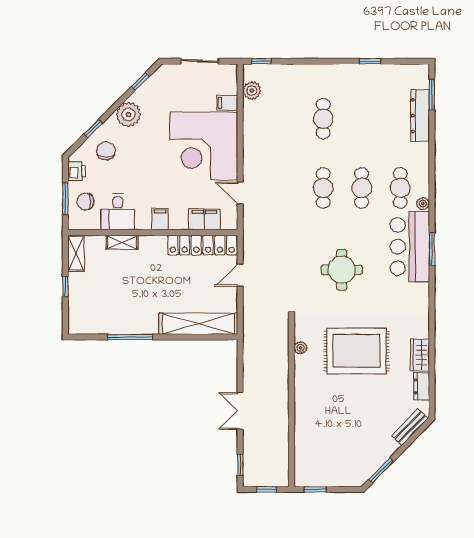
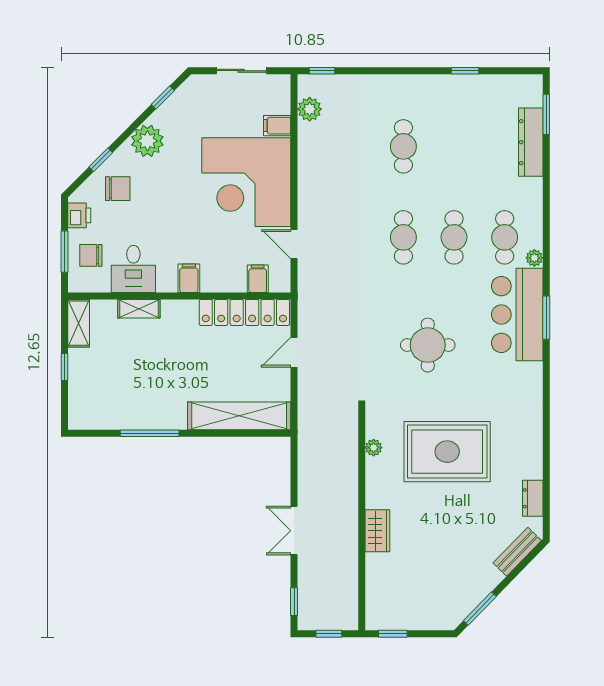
chair: (106, 151) -> (118, 189), turned 90
filing cabinet: (204, 219) -> (258, 279), width x0.50
wardrobe: (420, 355) -> (377, 531), moved, turned 180

